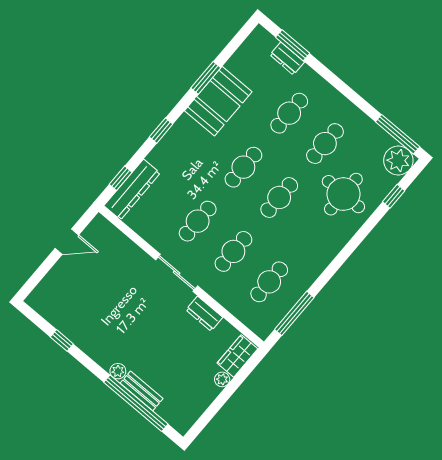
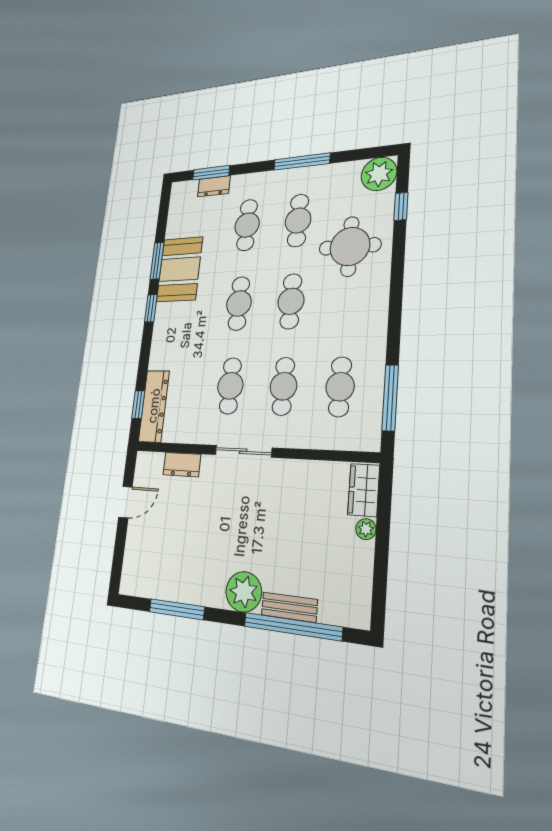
window: (161, 131) -> (151, 308), moved
window: (398, 134) -> (302, 162), moved
dresser: (204, 314) -> (182, 465), moved
window: (62, 340) -> (177, 609), width x2.17
plant: (118, 371) -> (244, 592), width x1.87, depth x1.87

